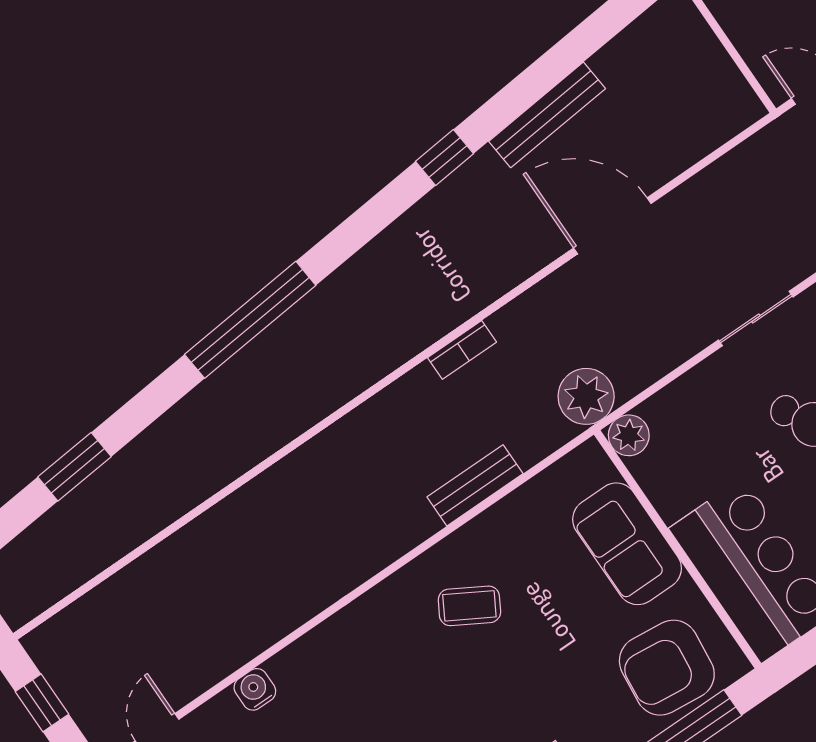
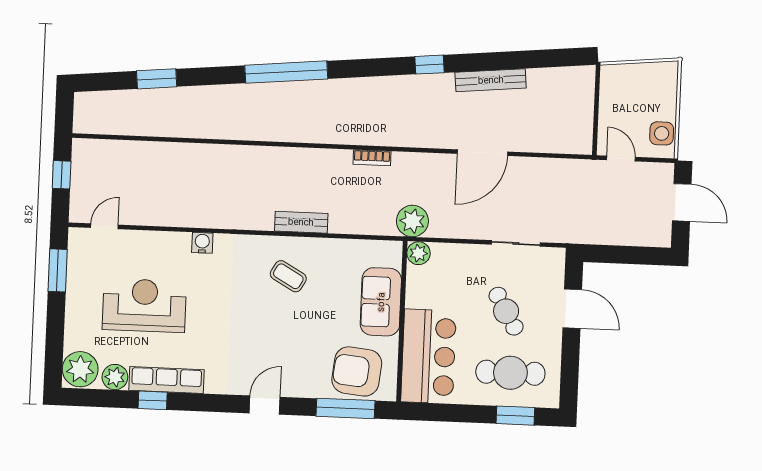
door: (612, 226) -> (482, 153), swing flipped
bench: (475, 485) -> (301, 222), moved
water cooler: (255, 689) -> (202, 243), moved

